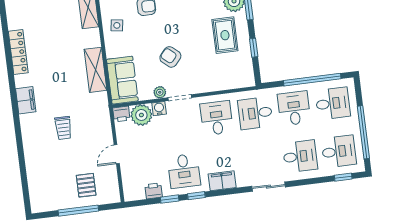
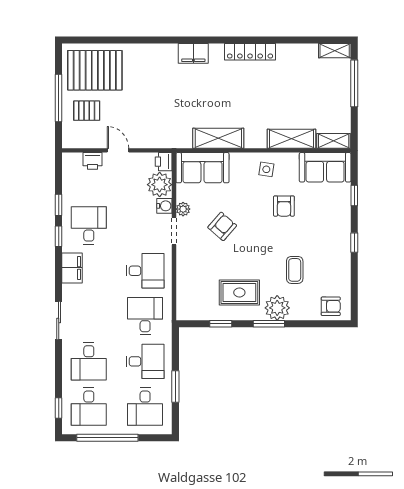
window: (312, 80) -> (175, 386), width x0.47
trolley: (63, 128) -> (156, 93), removed
desk: (184, 171) -> (89, 225), turned 90
pallet: (51, 183) -> (95, 70), added
printer: (154, 191) -> (93, 161), moved, turned 90

